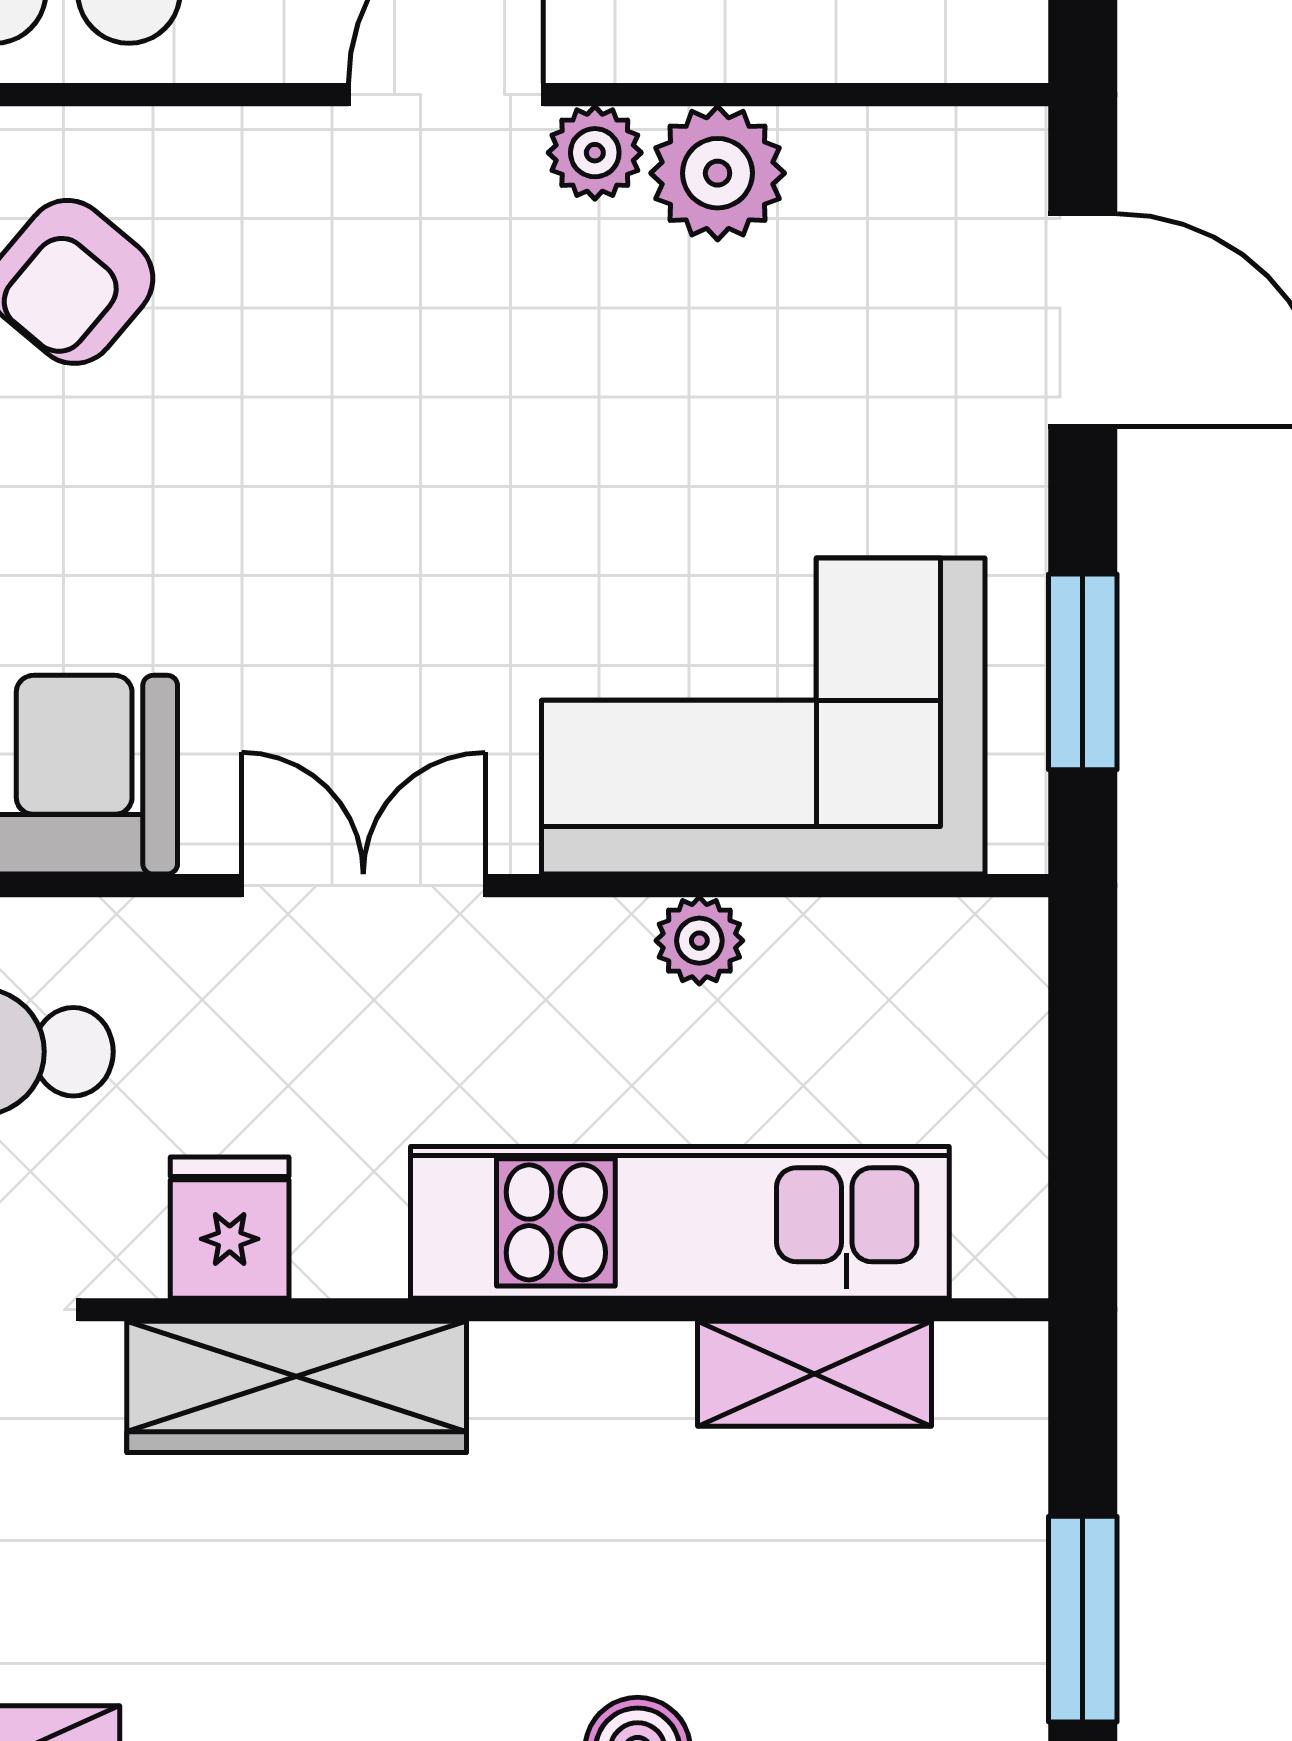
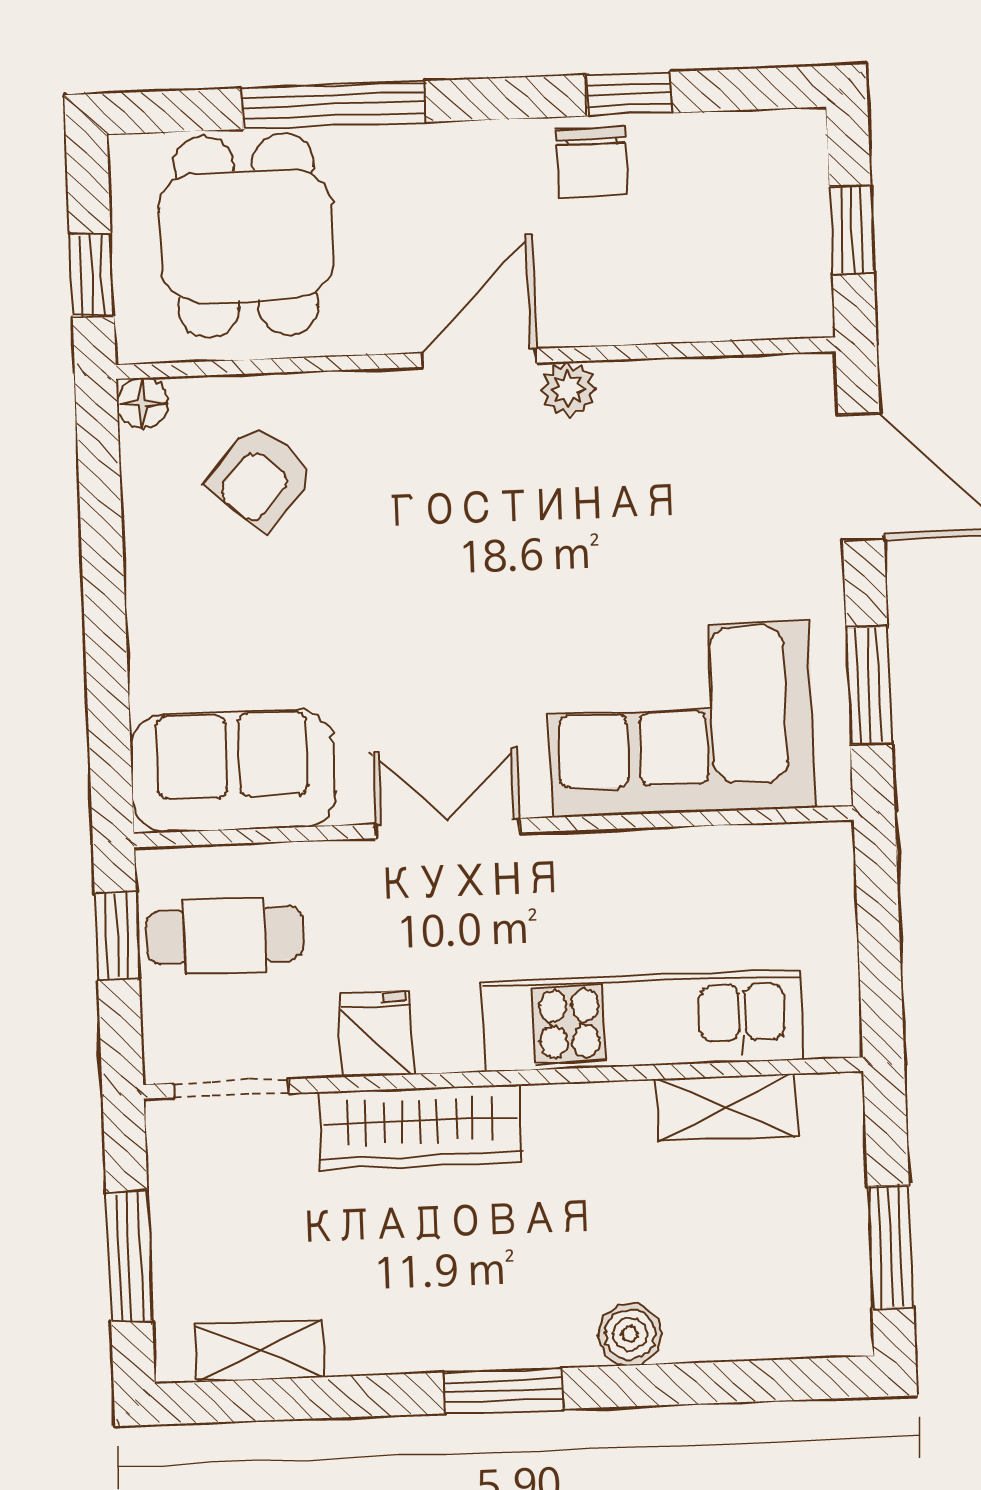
plant: (718, 173) -> (641, 398), removed
plant: (699, 941) -> (648, 853), removed

